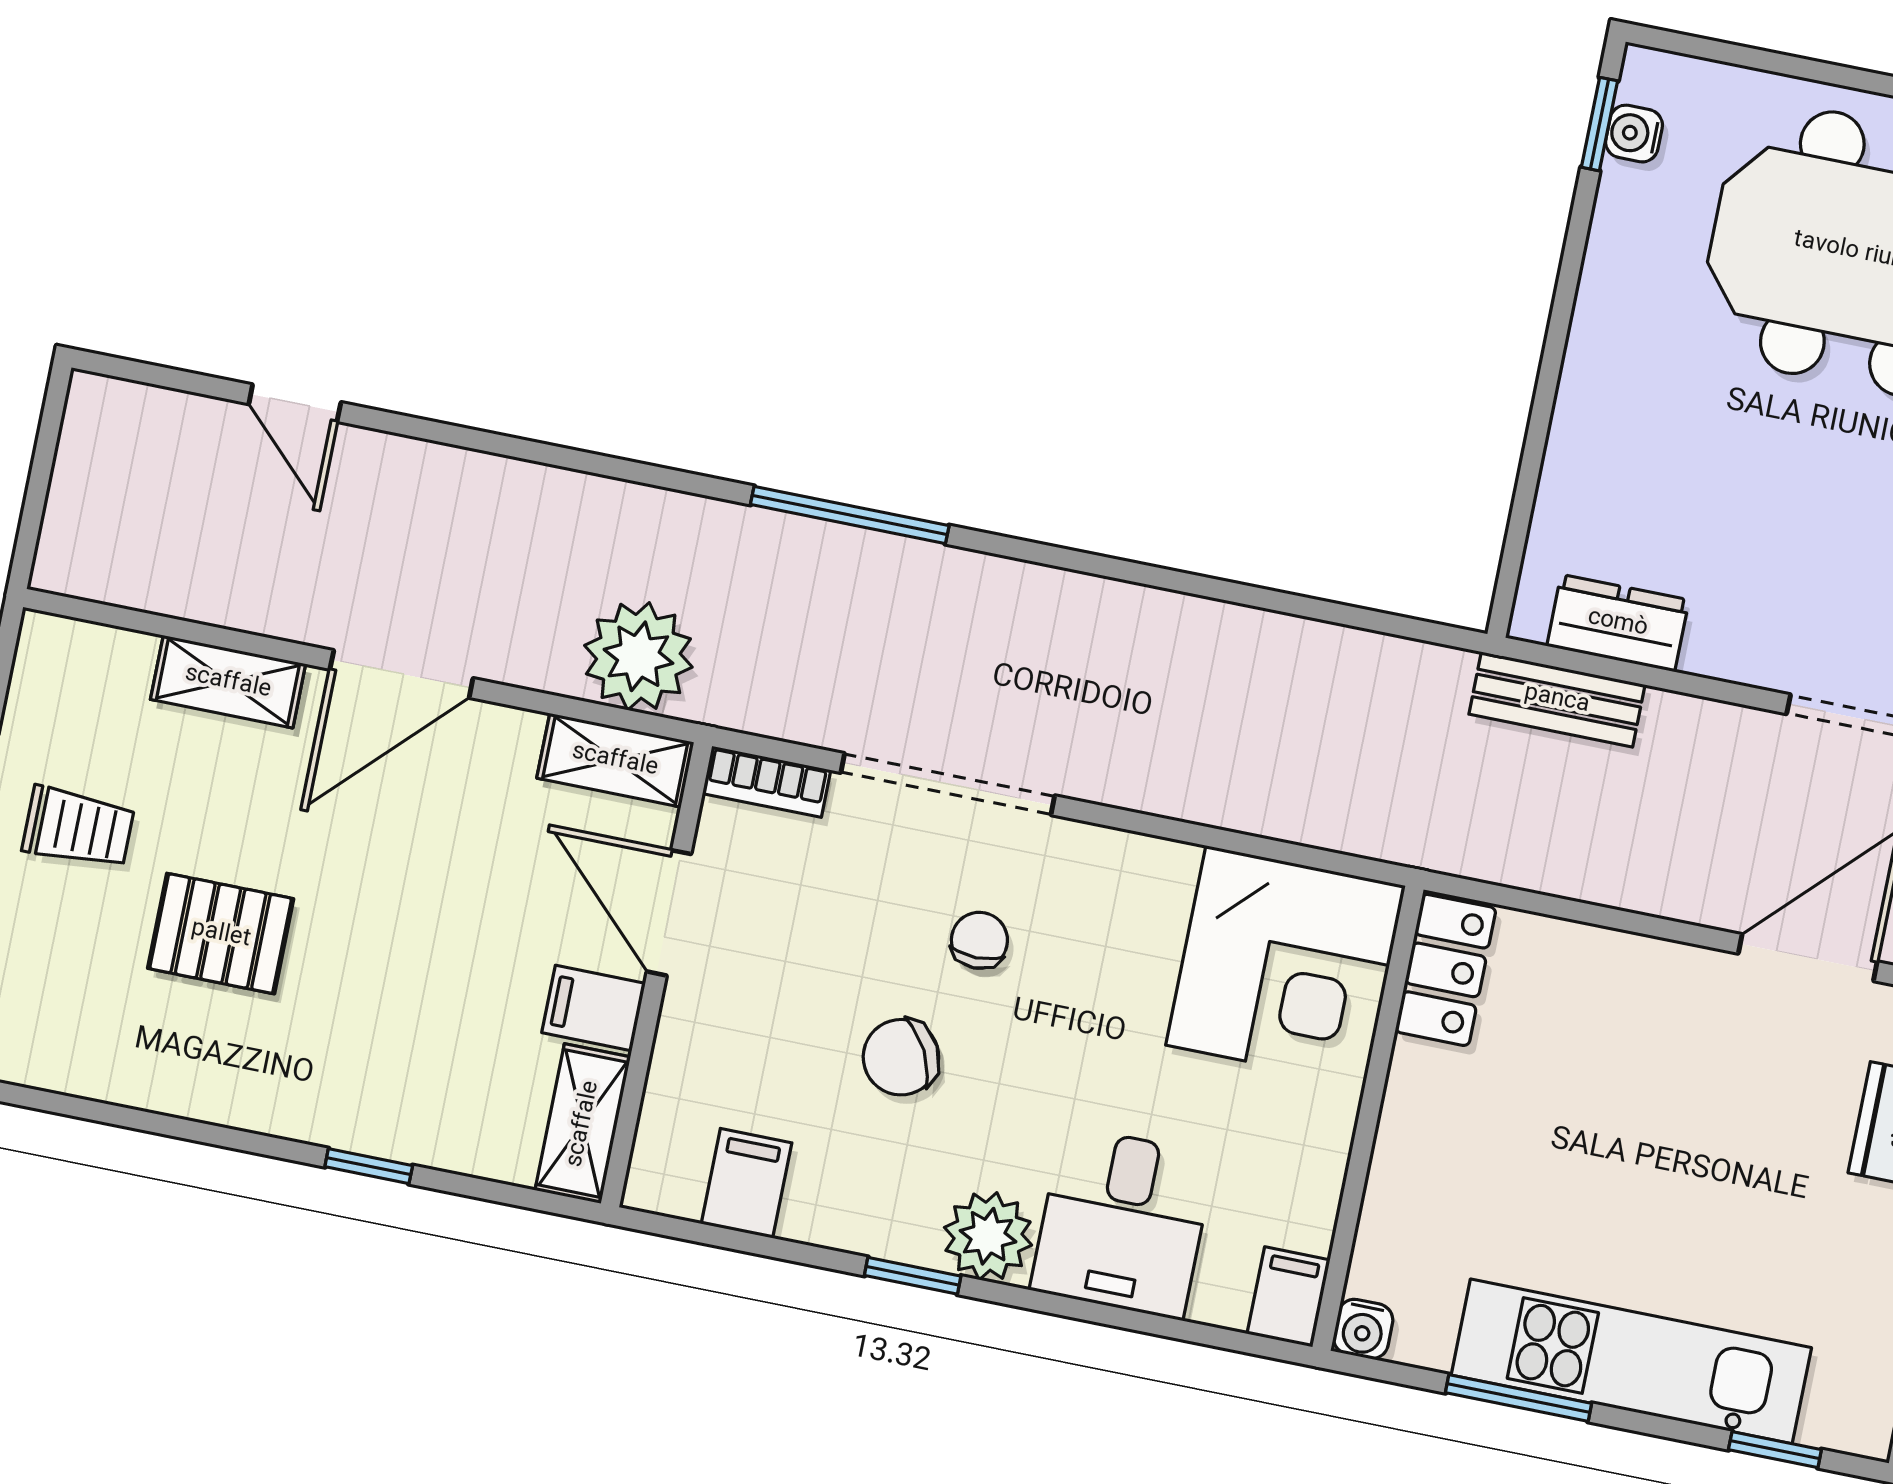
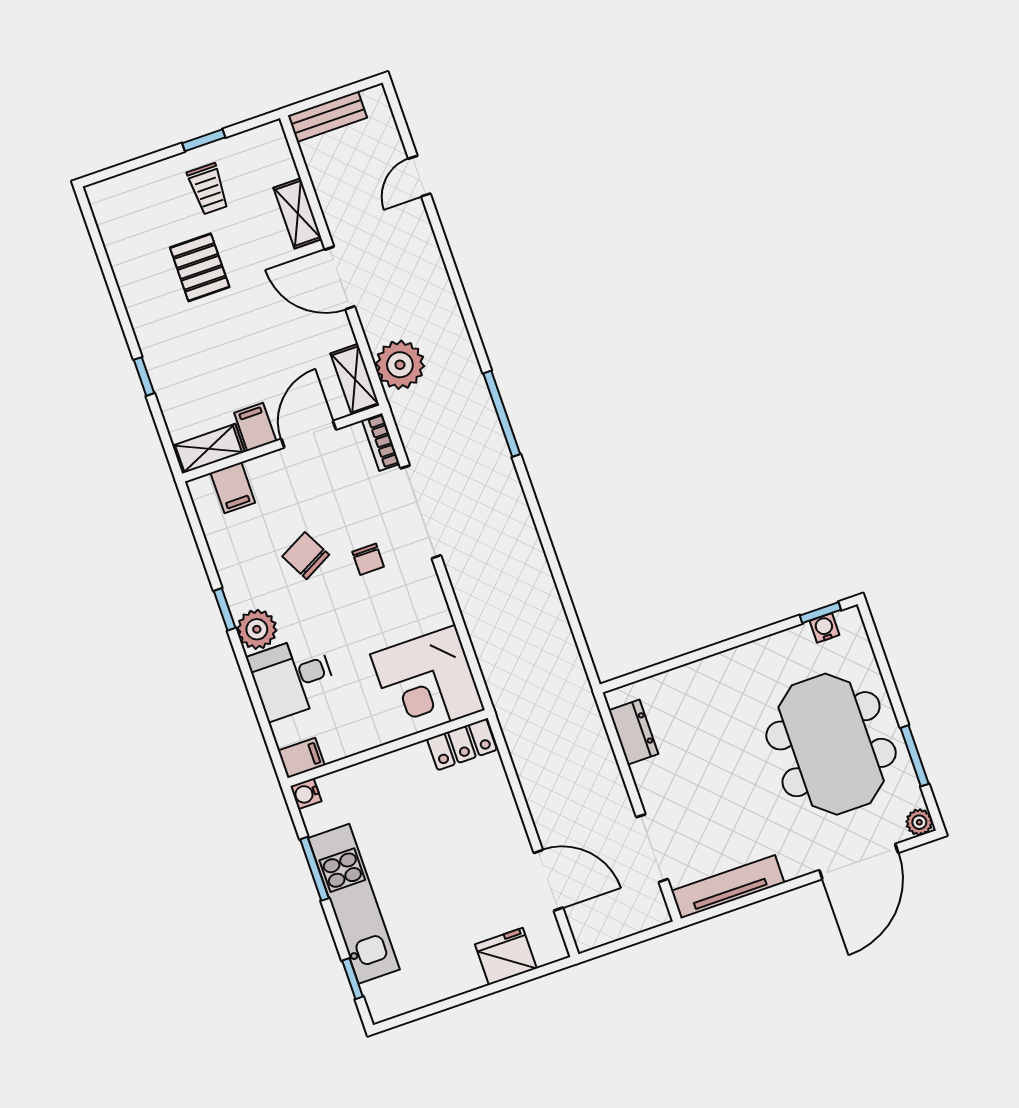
bench: (1557, 699) -> (327, 117), moved, turned 90
chair: (979, 940) -> (368, 559), turned 90
filing cabinet: (746, 1183) -> (233, 488), moved, turned 90

